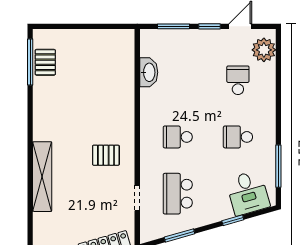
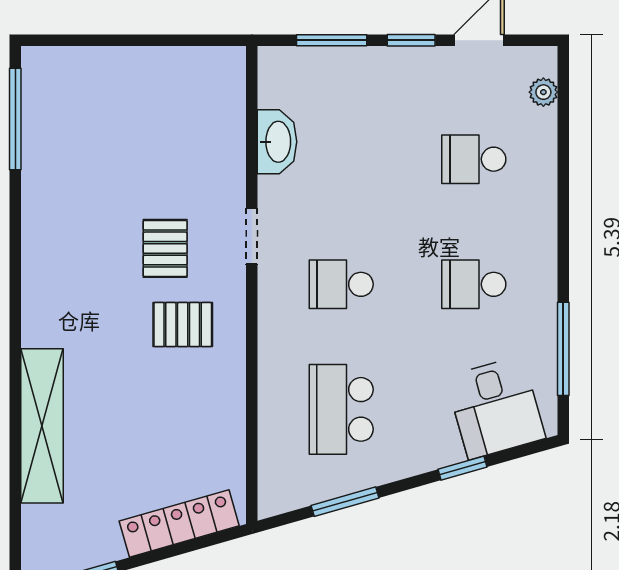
plant: (264, 50) -> (543, 92), width x0.53, depth x0.53
pallet: (45, 62) -> (165, 248), moved
school desk: (238, 80) -> (474, 159), turned -90
shelving: (42, 177) -> (42, 426), moved
doorway: (137, 198) -> (252, 236), moved

